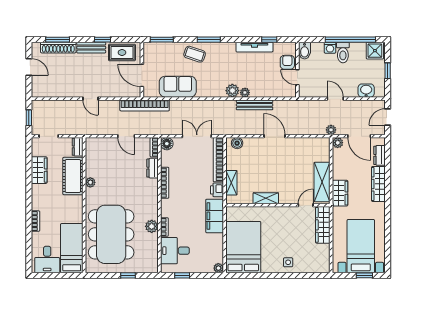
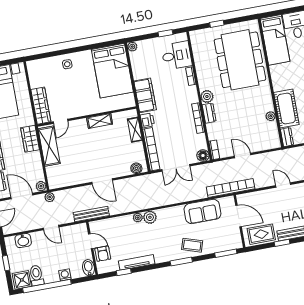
toilet: (343, 53) -> (36, 275), moved
bench: (255, 105) -> (91, 214), moved
dresser: (153, 168) -> (209, 113), moved
plant: (90, 182) -> (271, 116), moved
plant: (152, 226) -> (207, 96), moved

